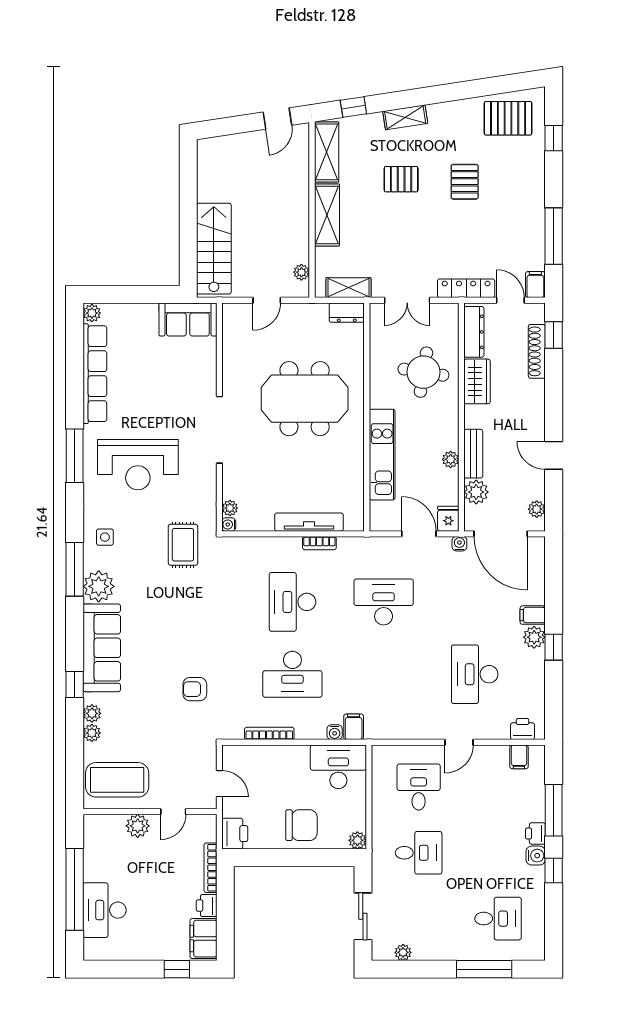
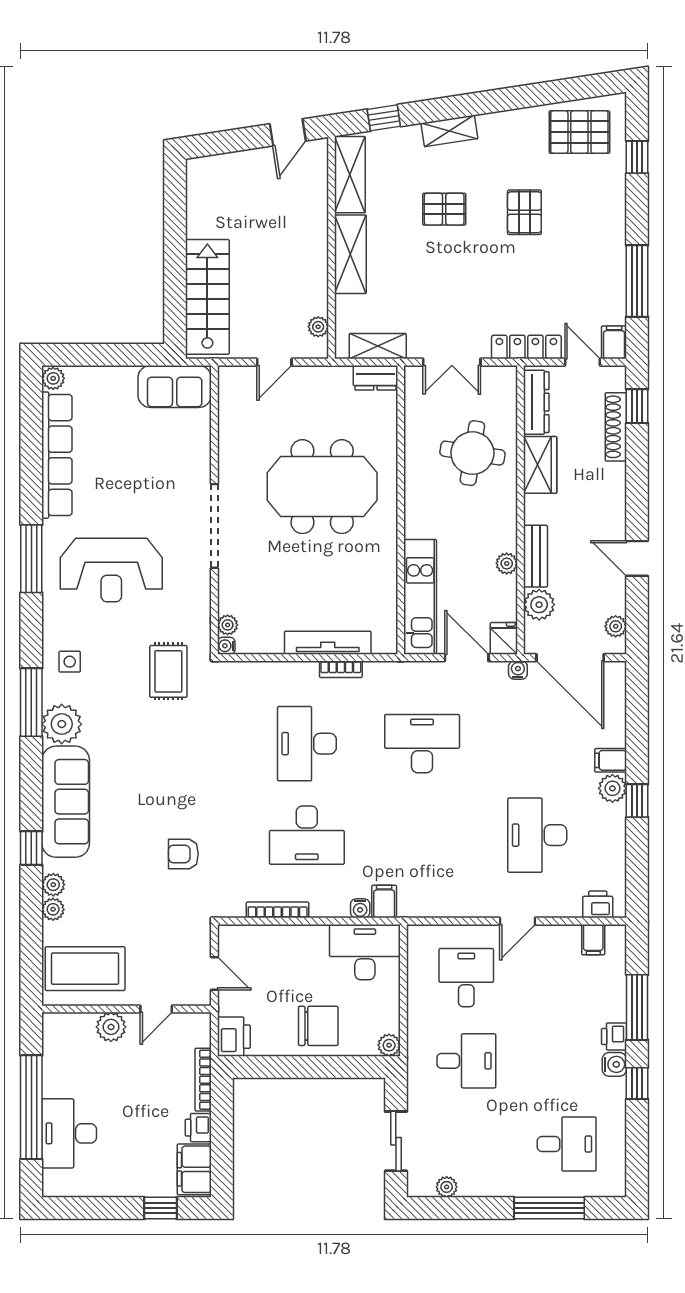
kitchen unit: (382, 455) -> (420, 597), moved

